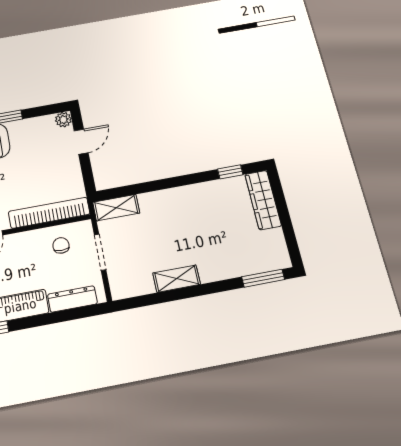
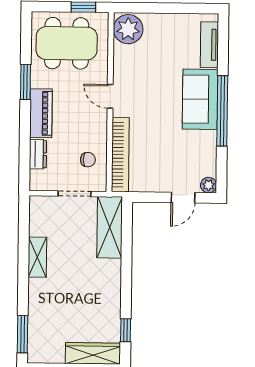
door: (81, 142) -> (183, 198), hinge flipped
shelving: (116, 208) -> (110, 227), width x1.50, depth x1.33
dresser: (72, 299) -> (38, 154), width x0.70

